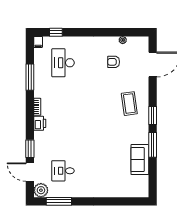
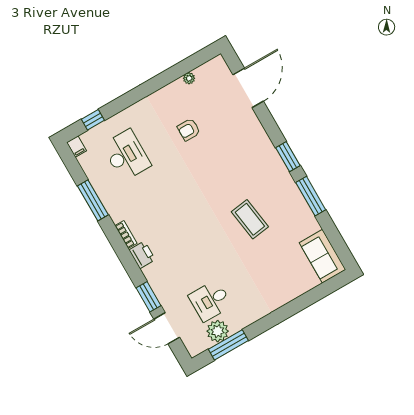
armchair: (114, 62) -> (189, 130), moved
desk: (63, 63) -> (126, 155), turned 180
coffee table: (129, 104) -> (250, 219), moved
sofa: (140, 160) -> (322, 256), moved
plant: (41, 190) -> (218, 331), moved

